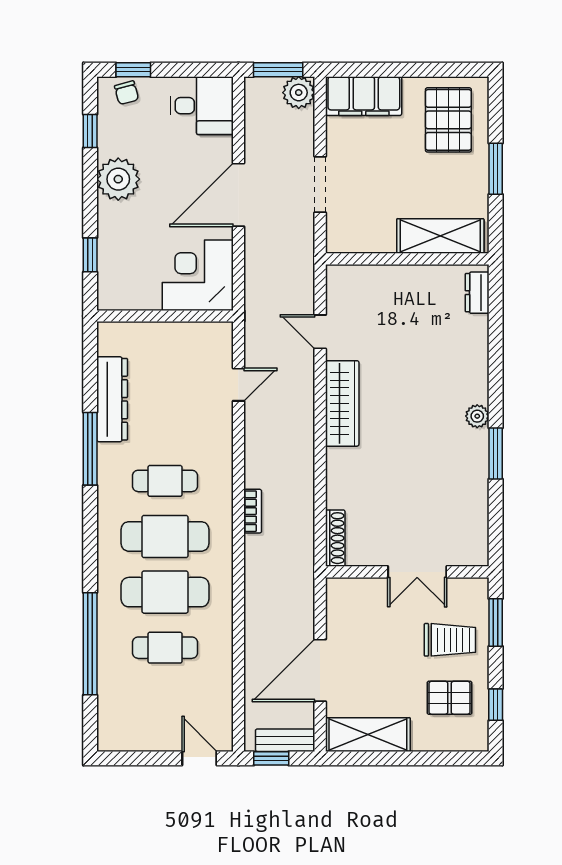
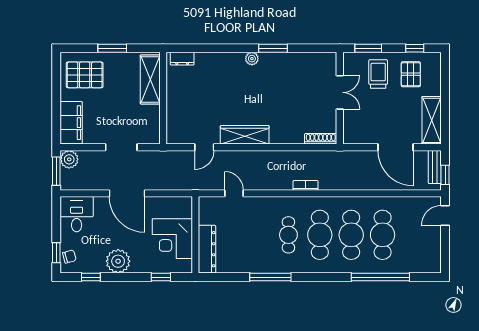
corner desk: (198, 275) -> (172, 239), moved
dresser: (112, 399) -> (207, 249), moved, turned 90
cafe table: (165, 648) -> (383, 235), width x1.37, depth x1.35

